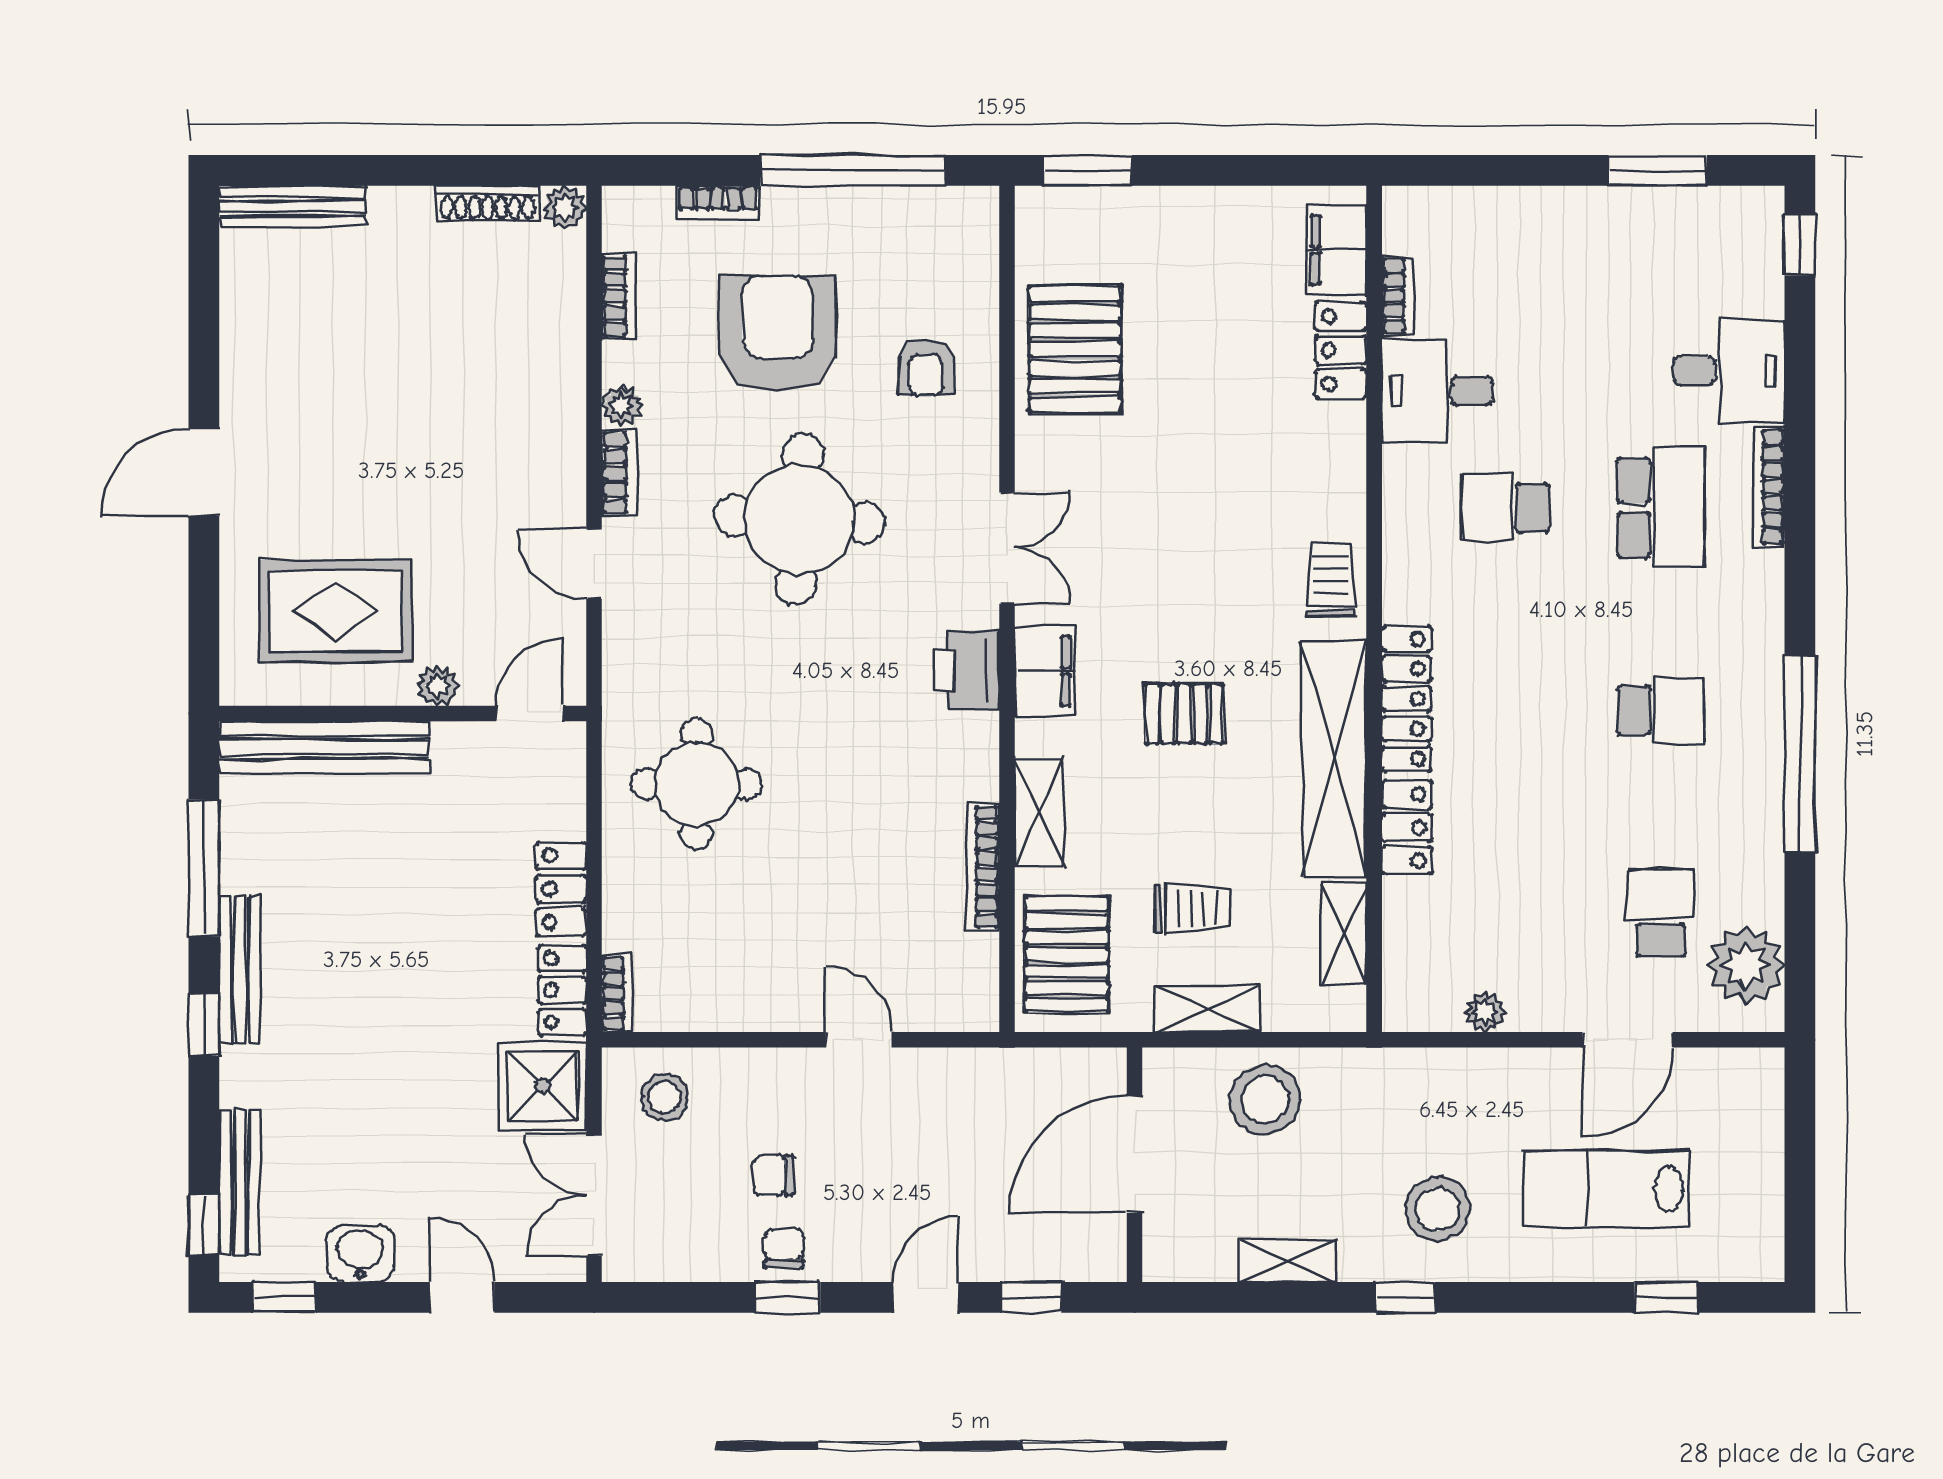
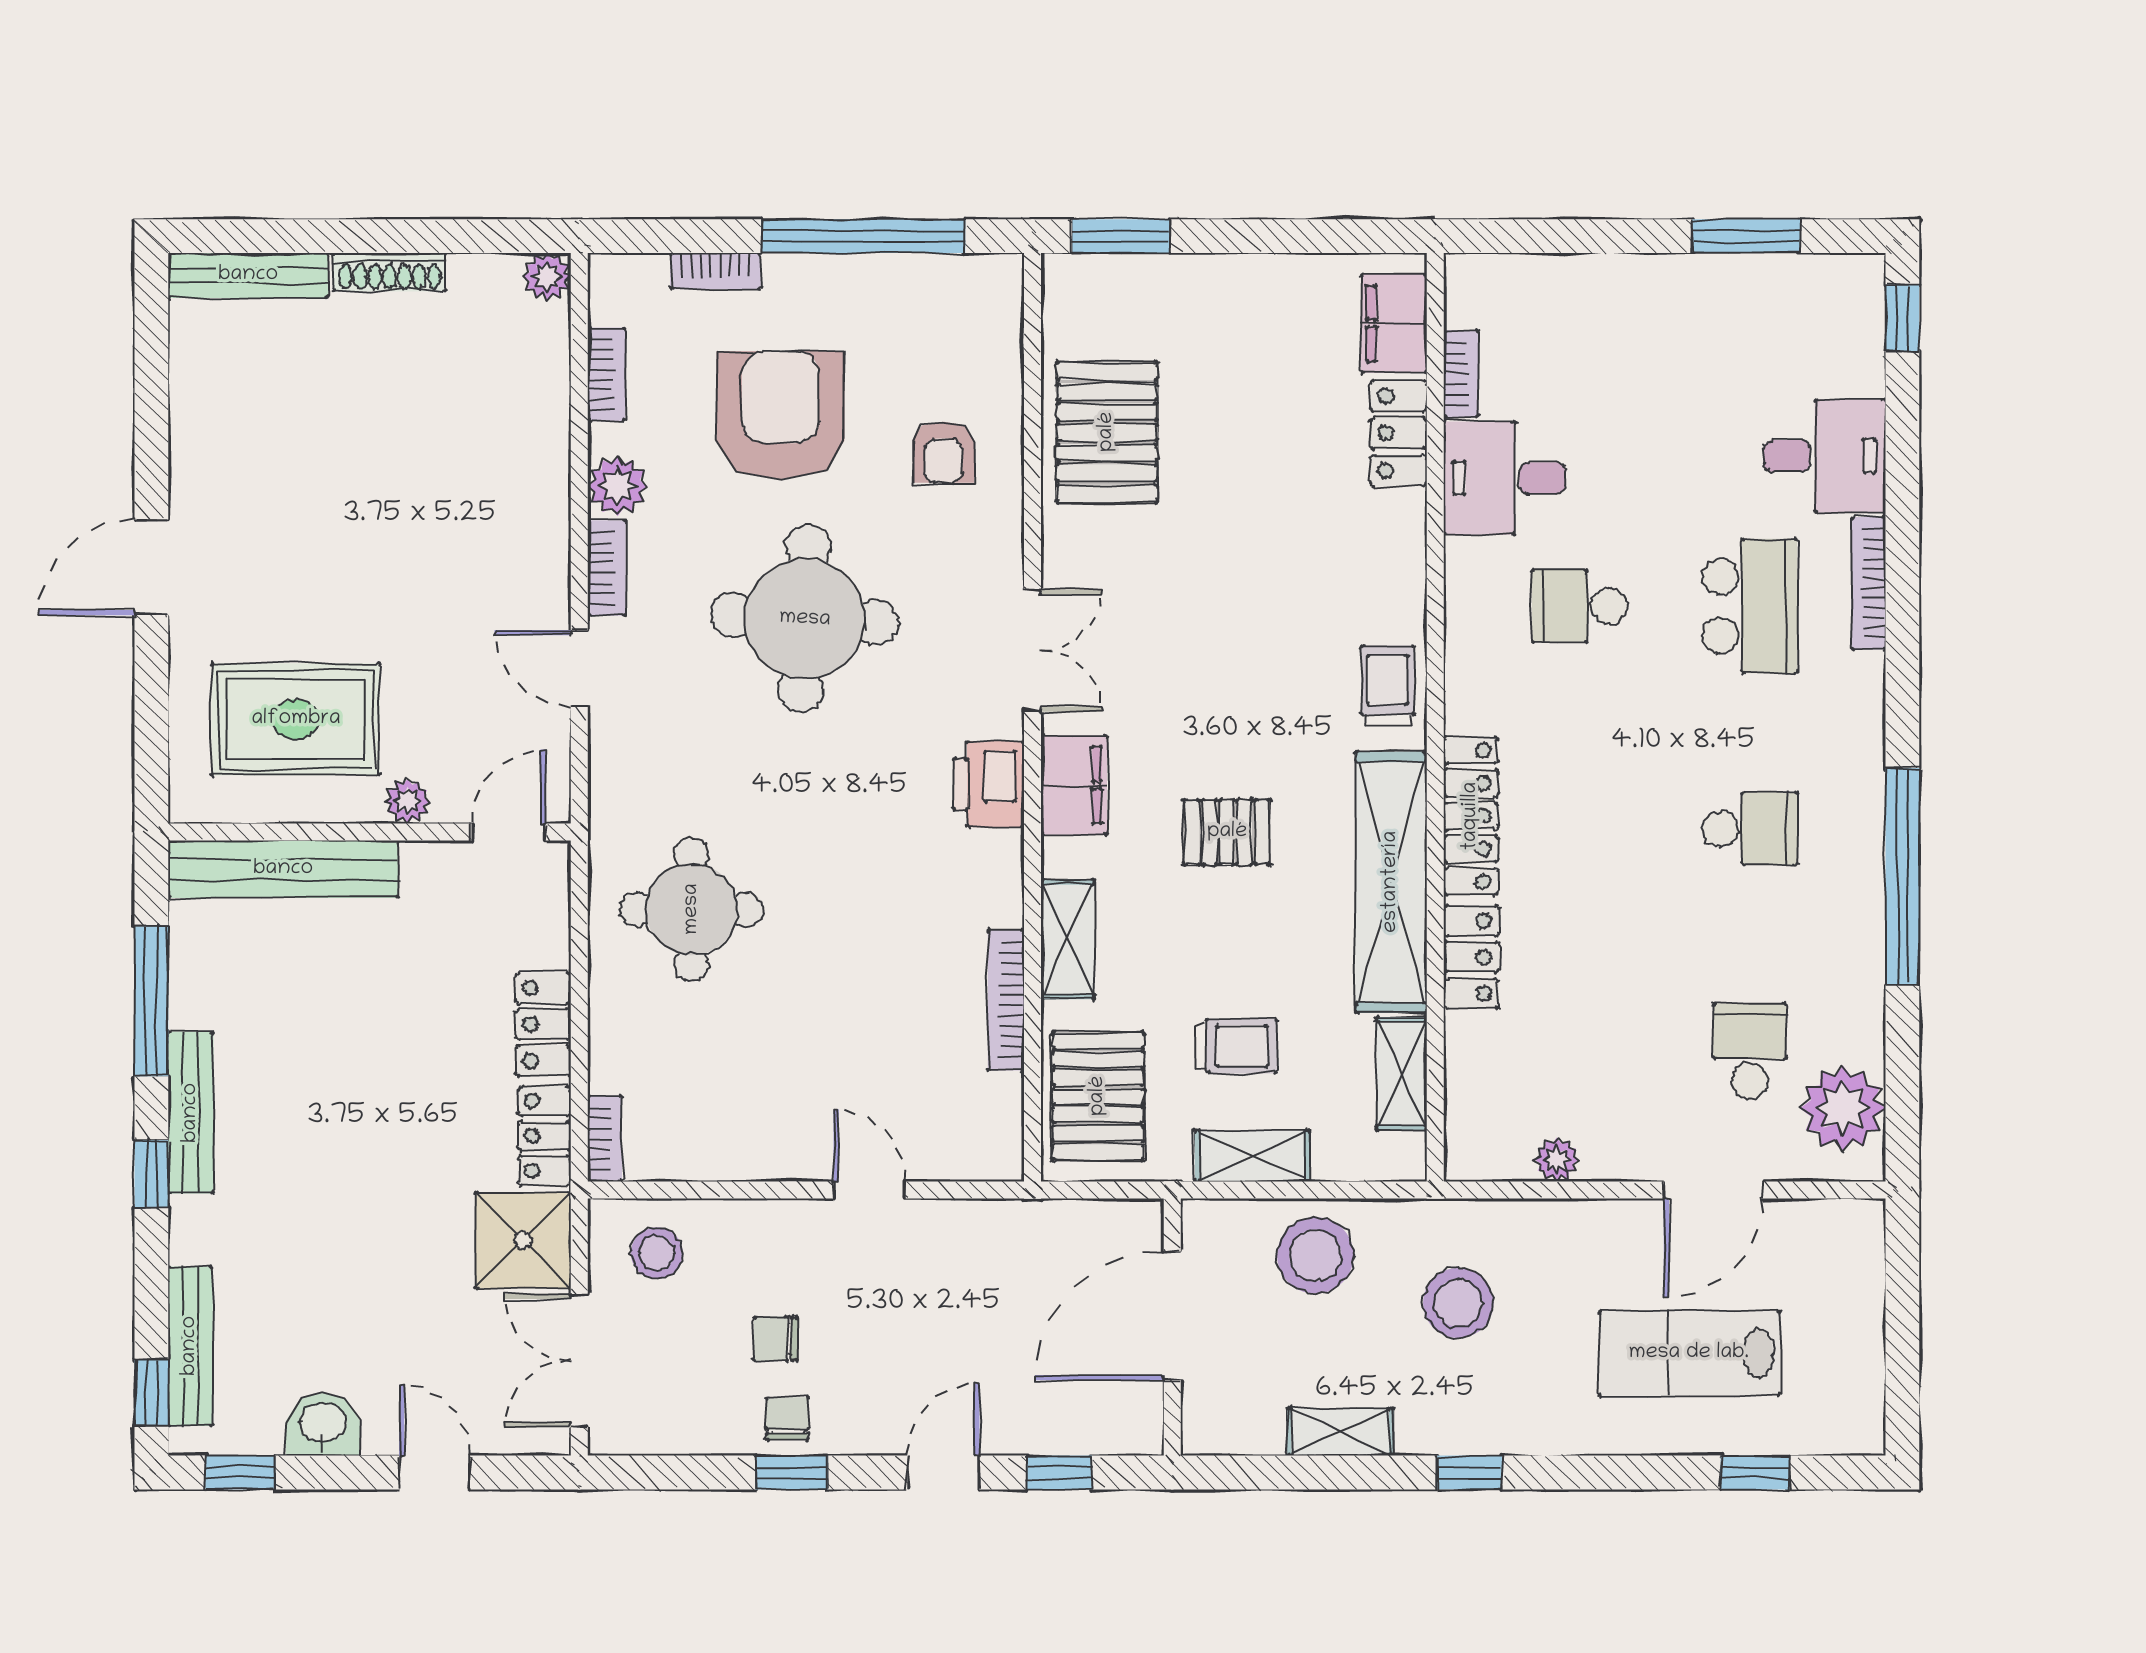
shoe rack: (488, 203) -> (390, 272), moved
plant: (621, 406) -> (618, 486), width x1.38, depth x1.38
stool: (1438, 1209) -> (1458, 1303), moved

